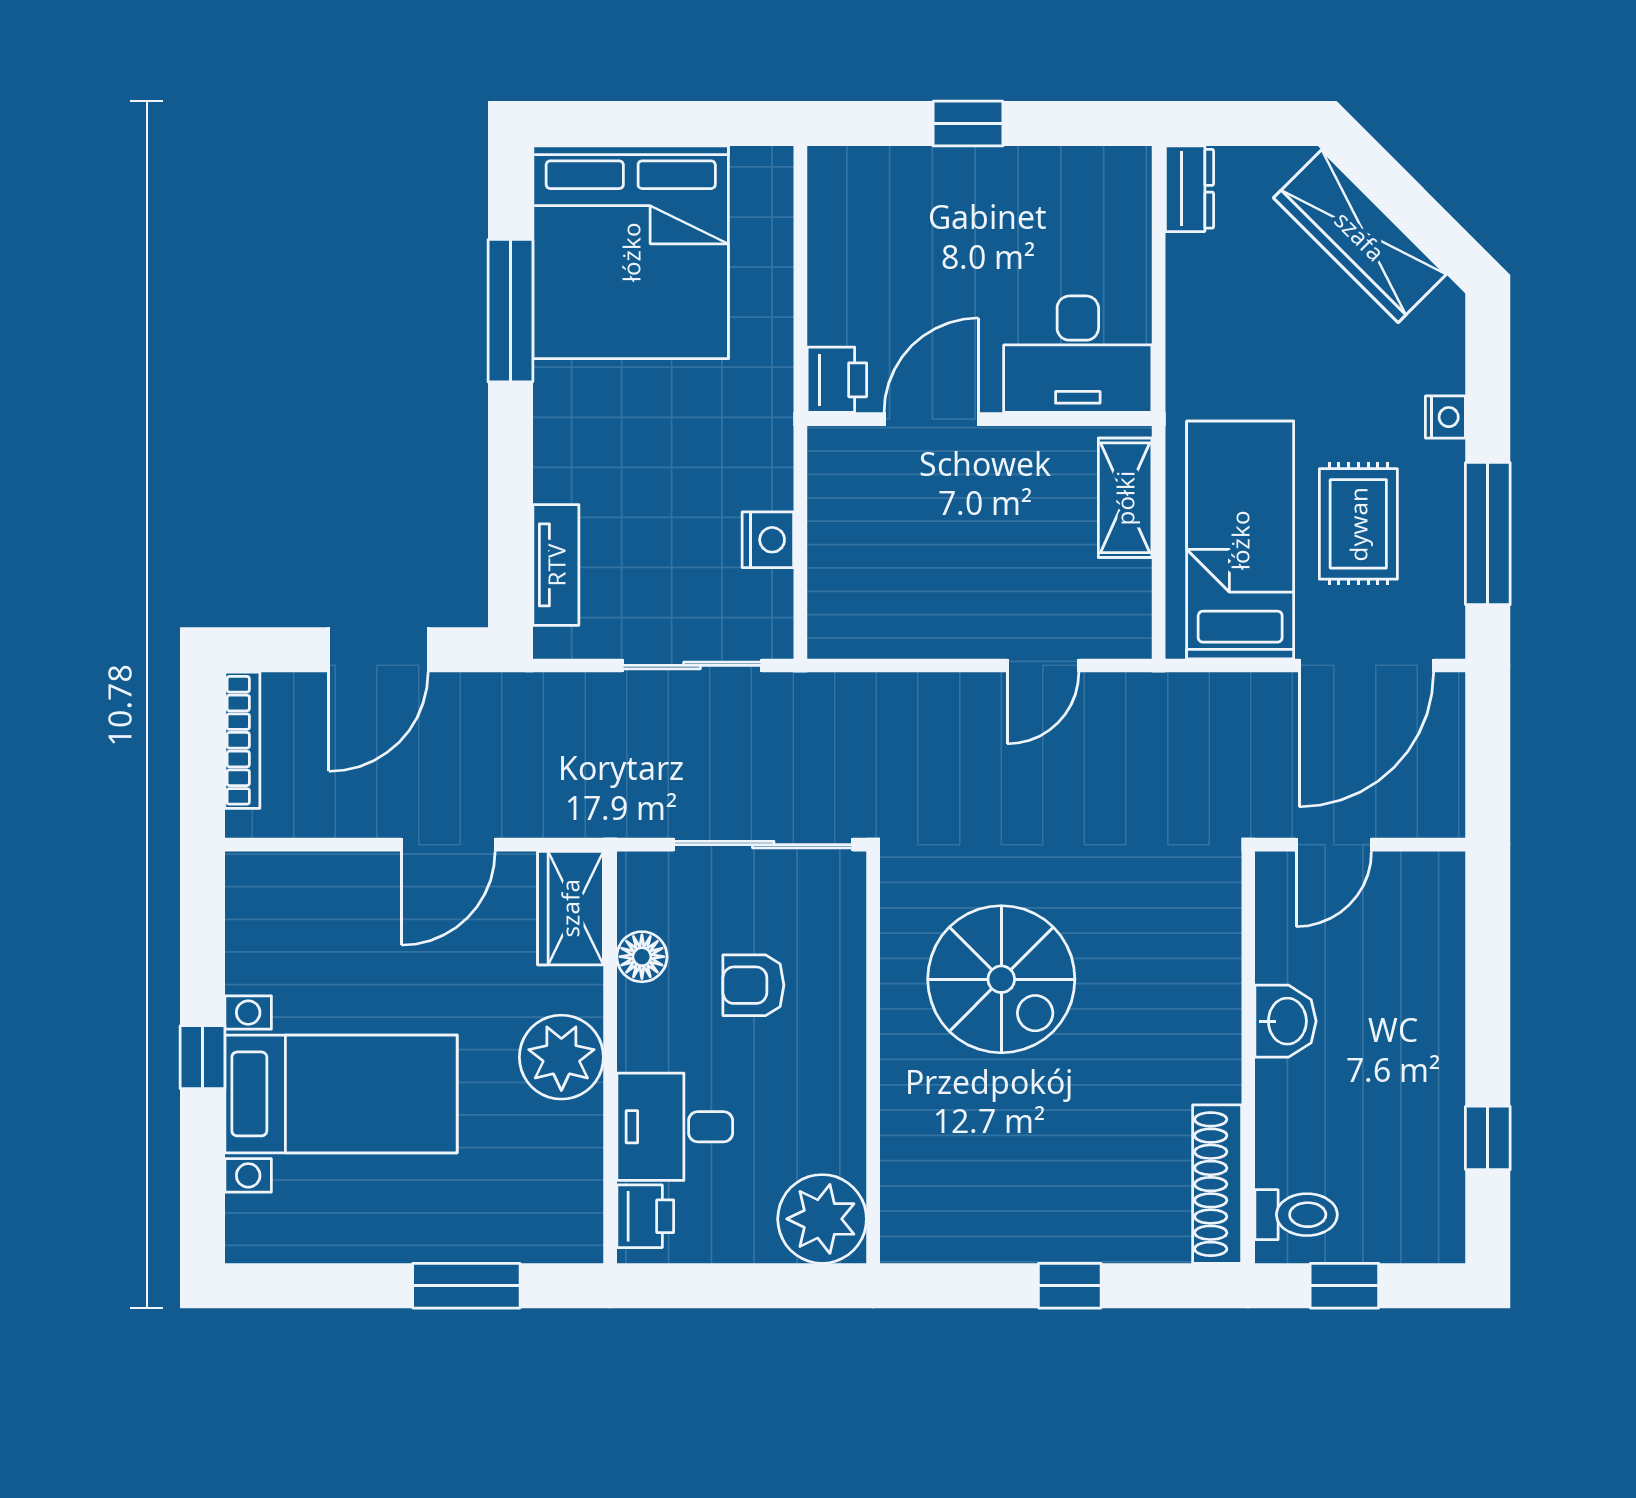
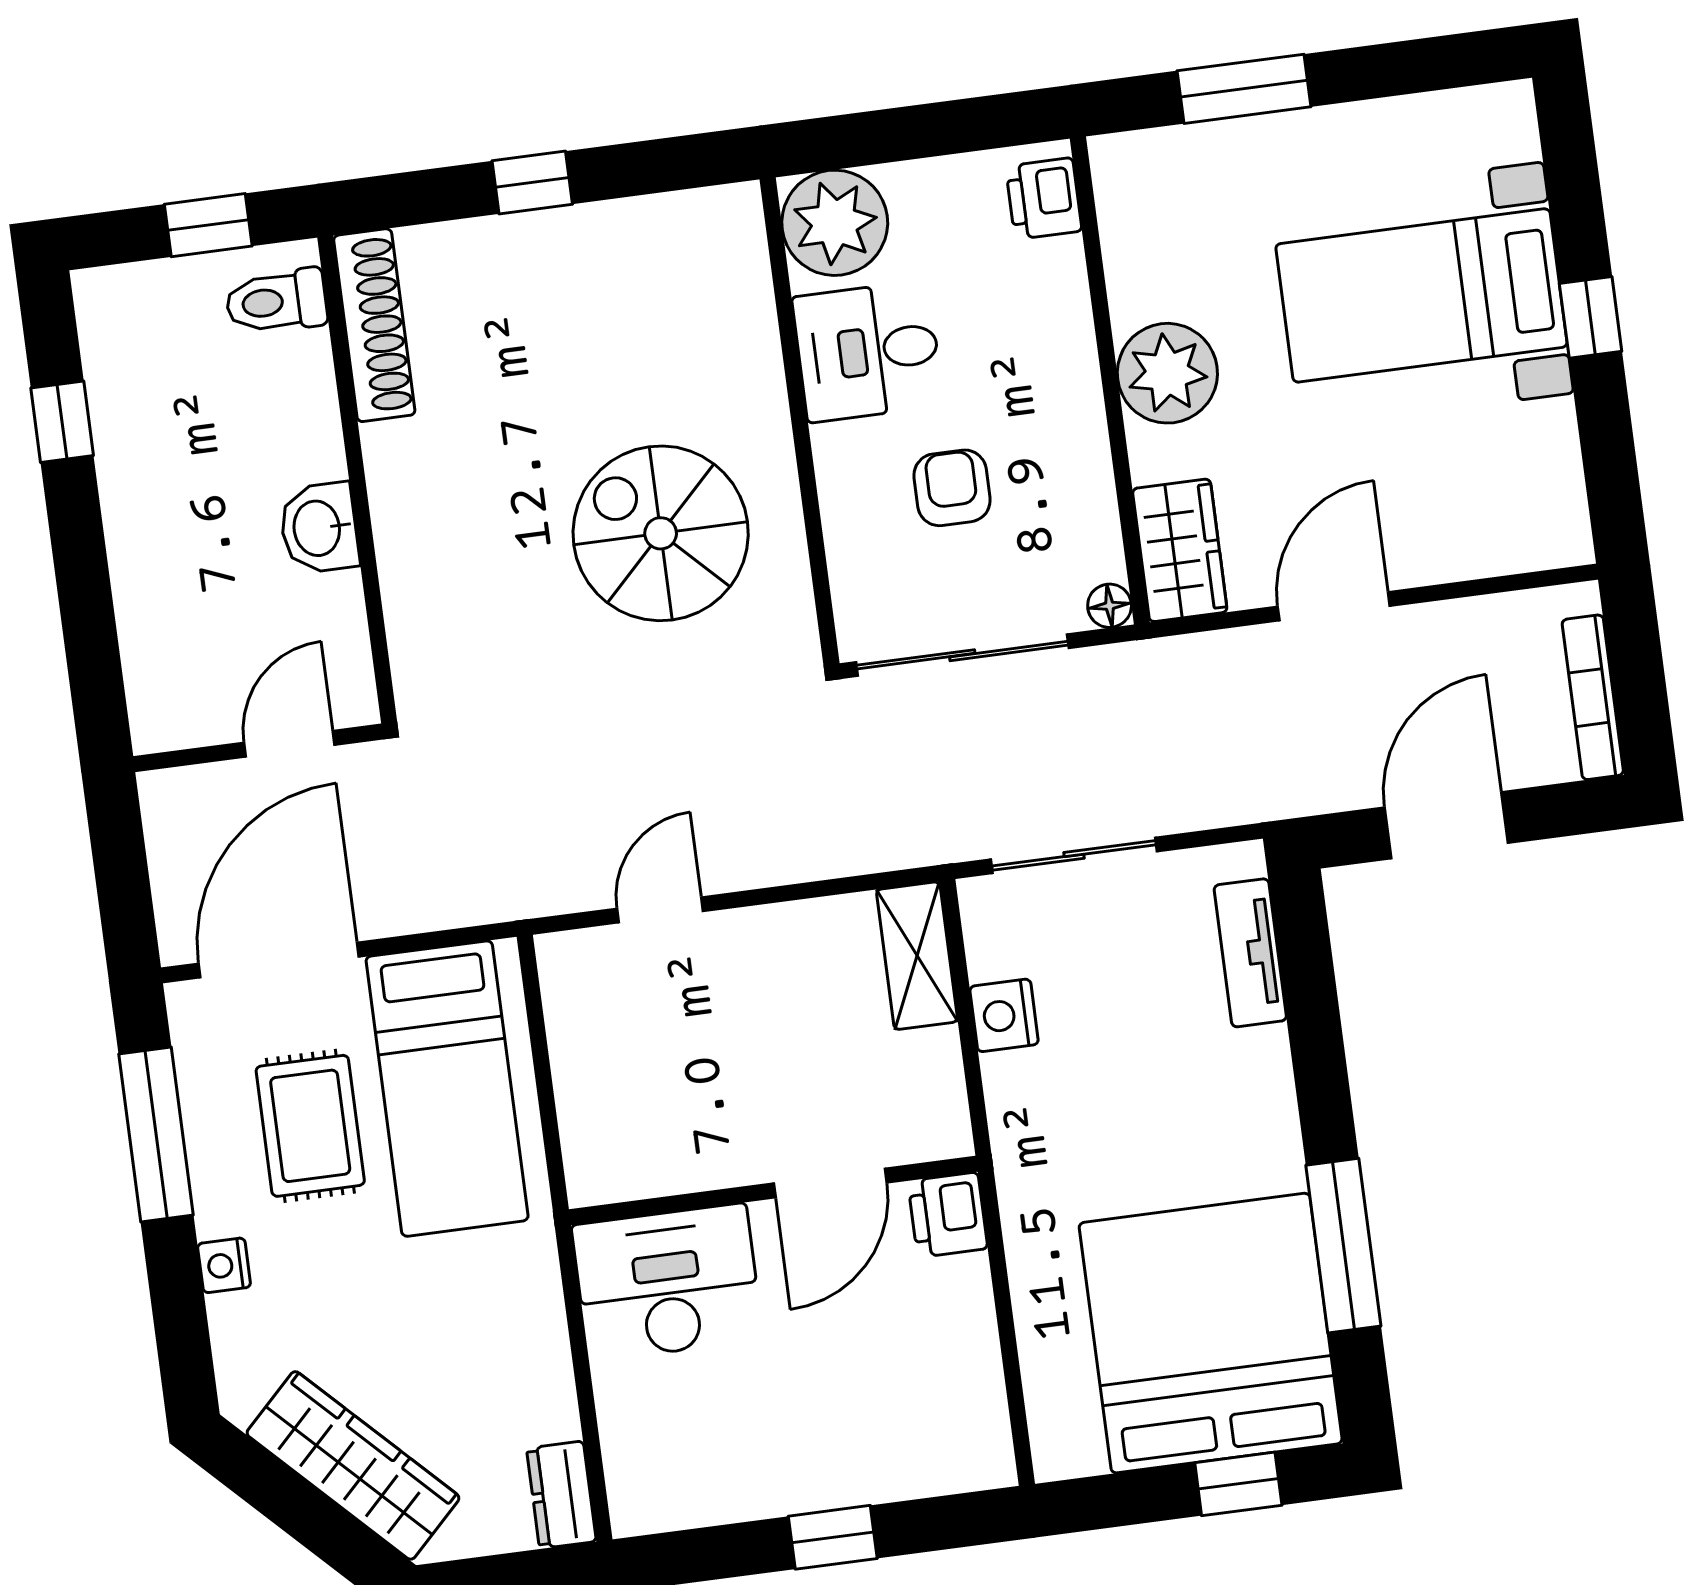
window: (624, 124) -> (1238, 1484), added
shelving: (1125, 498) -> (917, 956), moved
floor lamp: (642, 957) -> (1110, 606), moved, width x0.73, depth x0.73
armchair: (753, 985) -> (952, 488), turned -90
desk: (675, 1127) -> (868, 351), moved, turned 180

